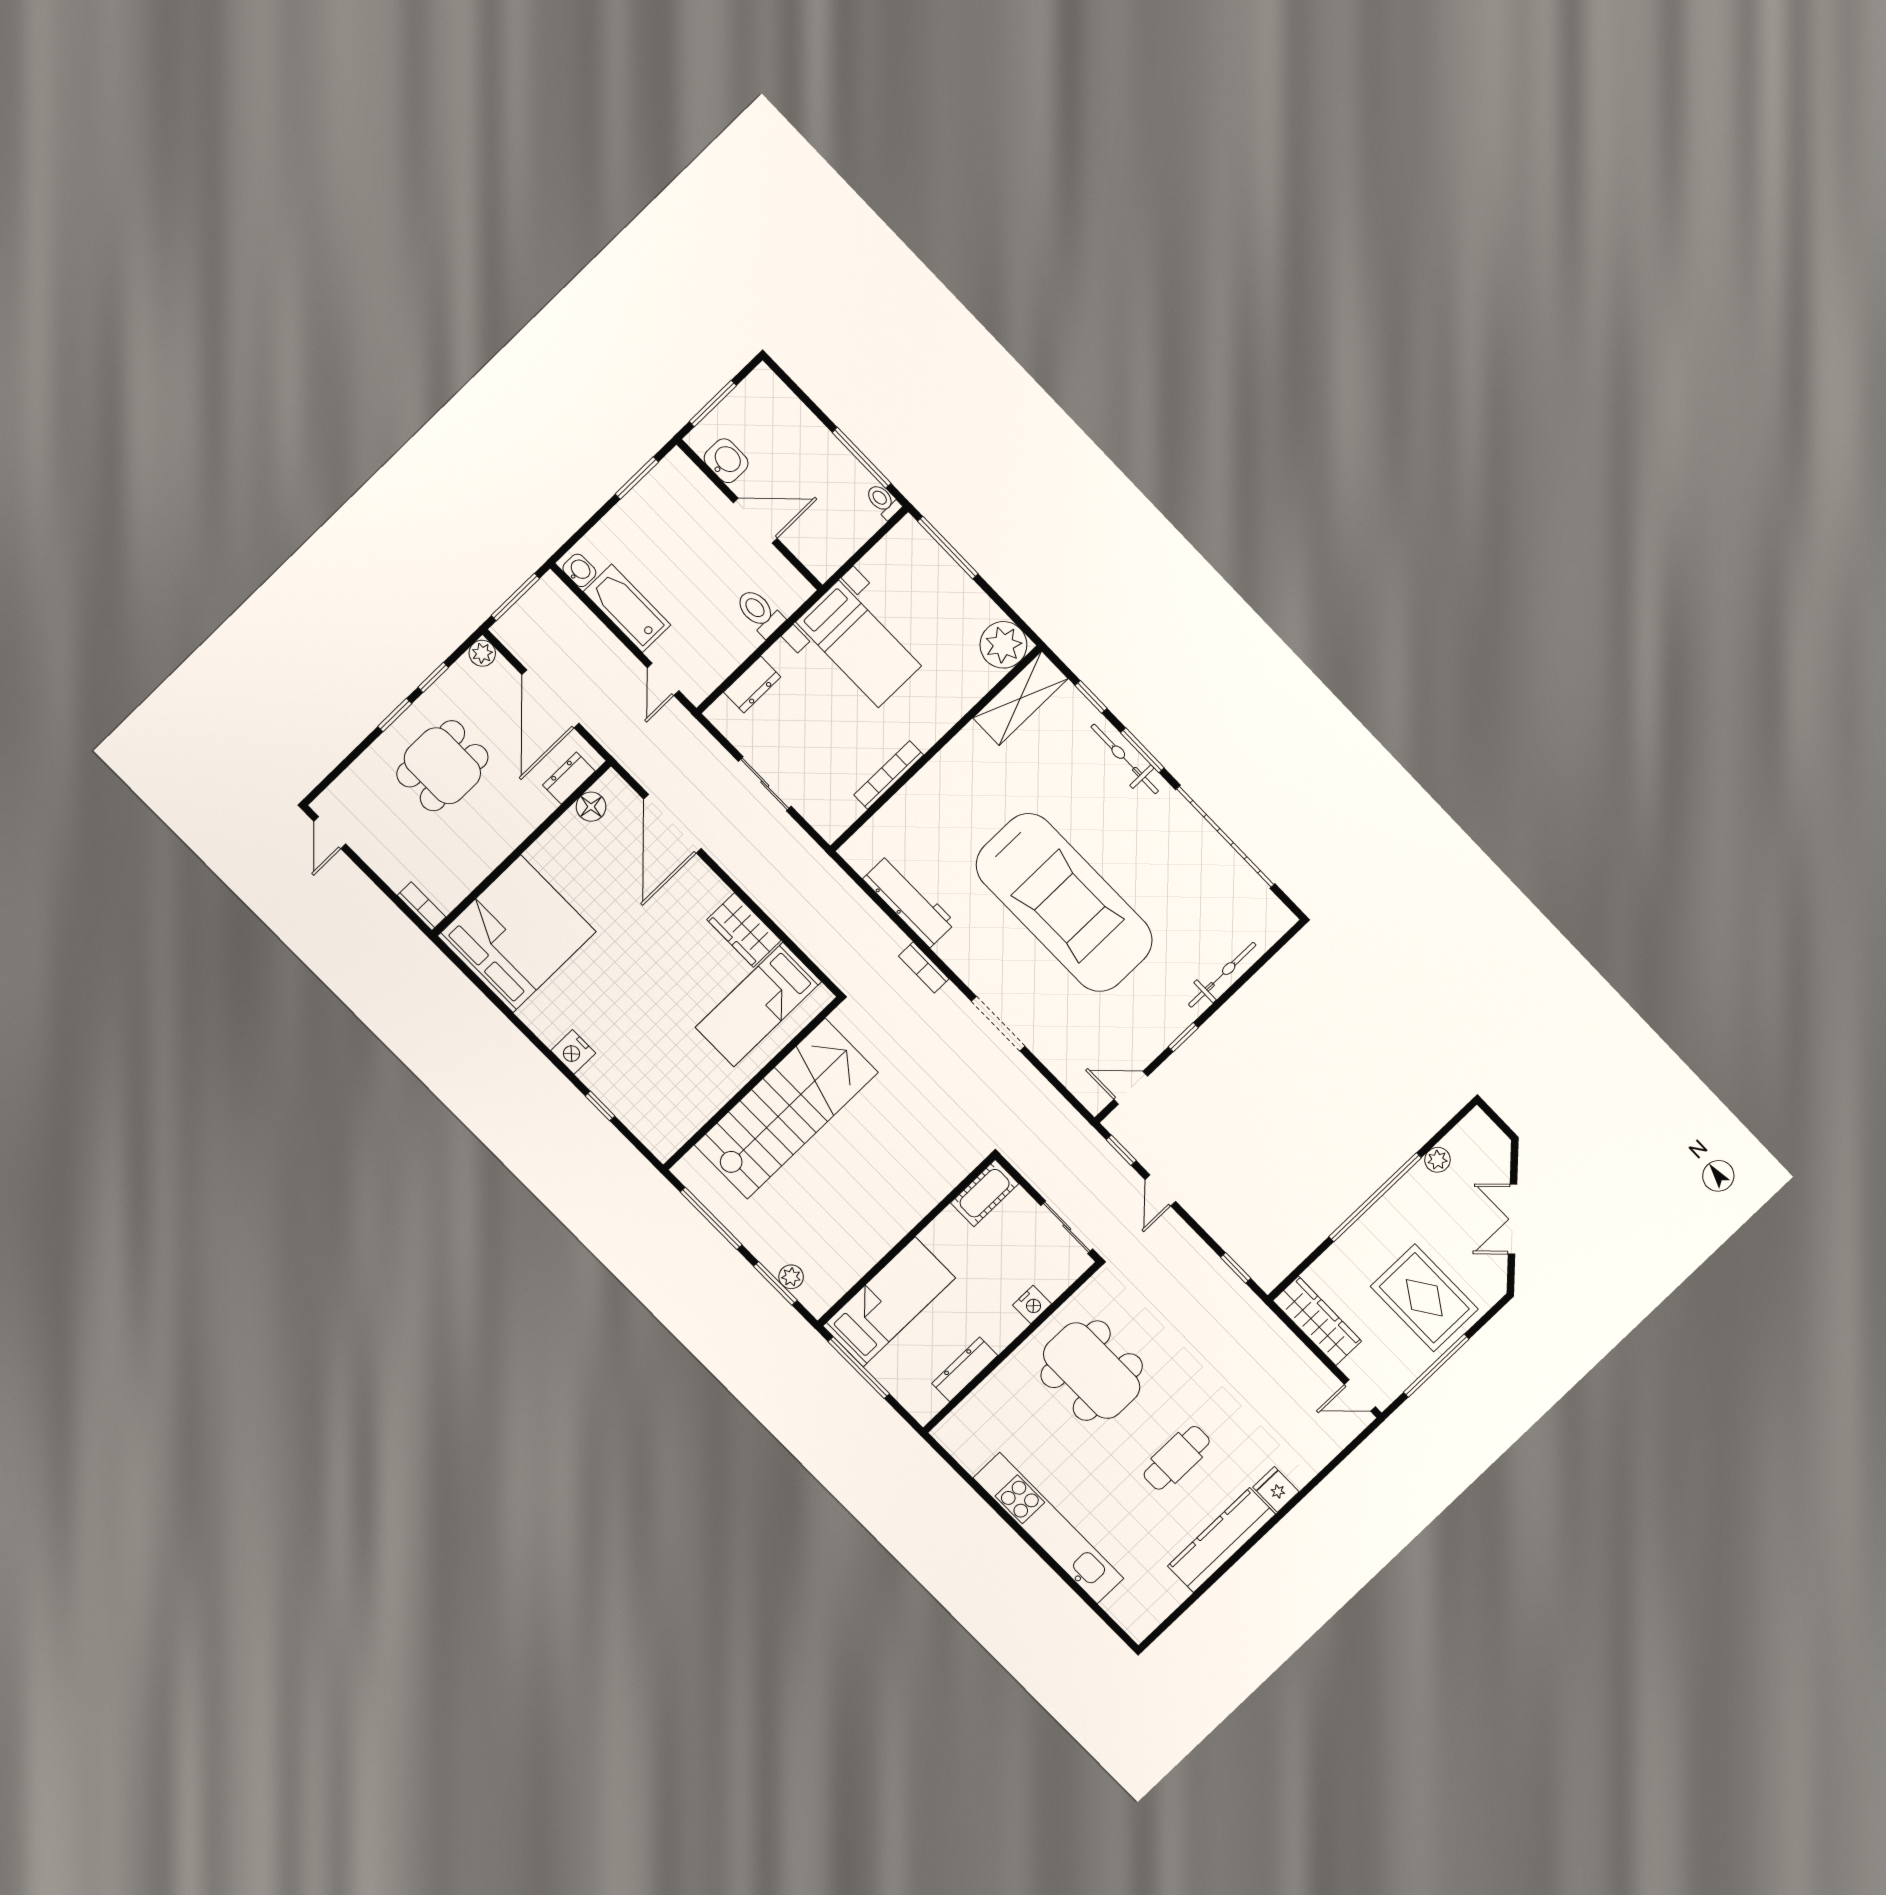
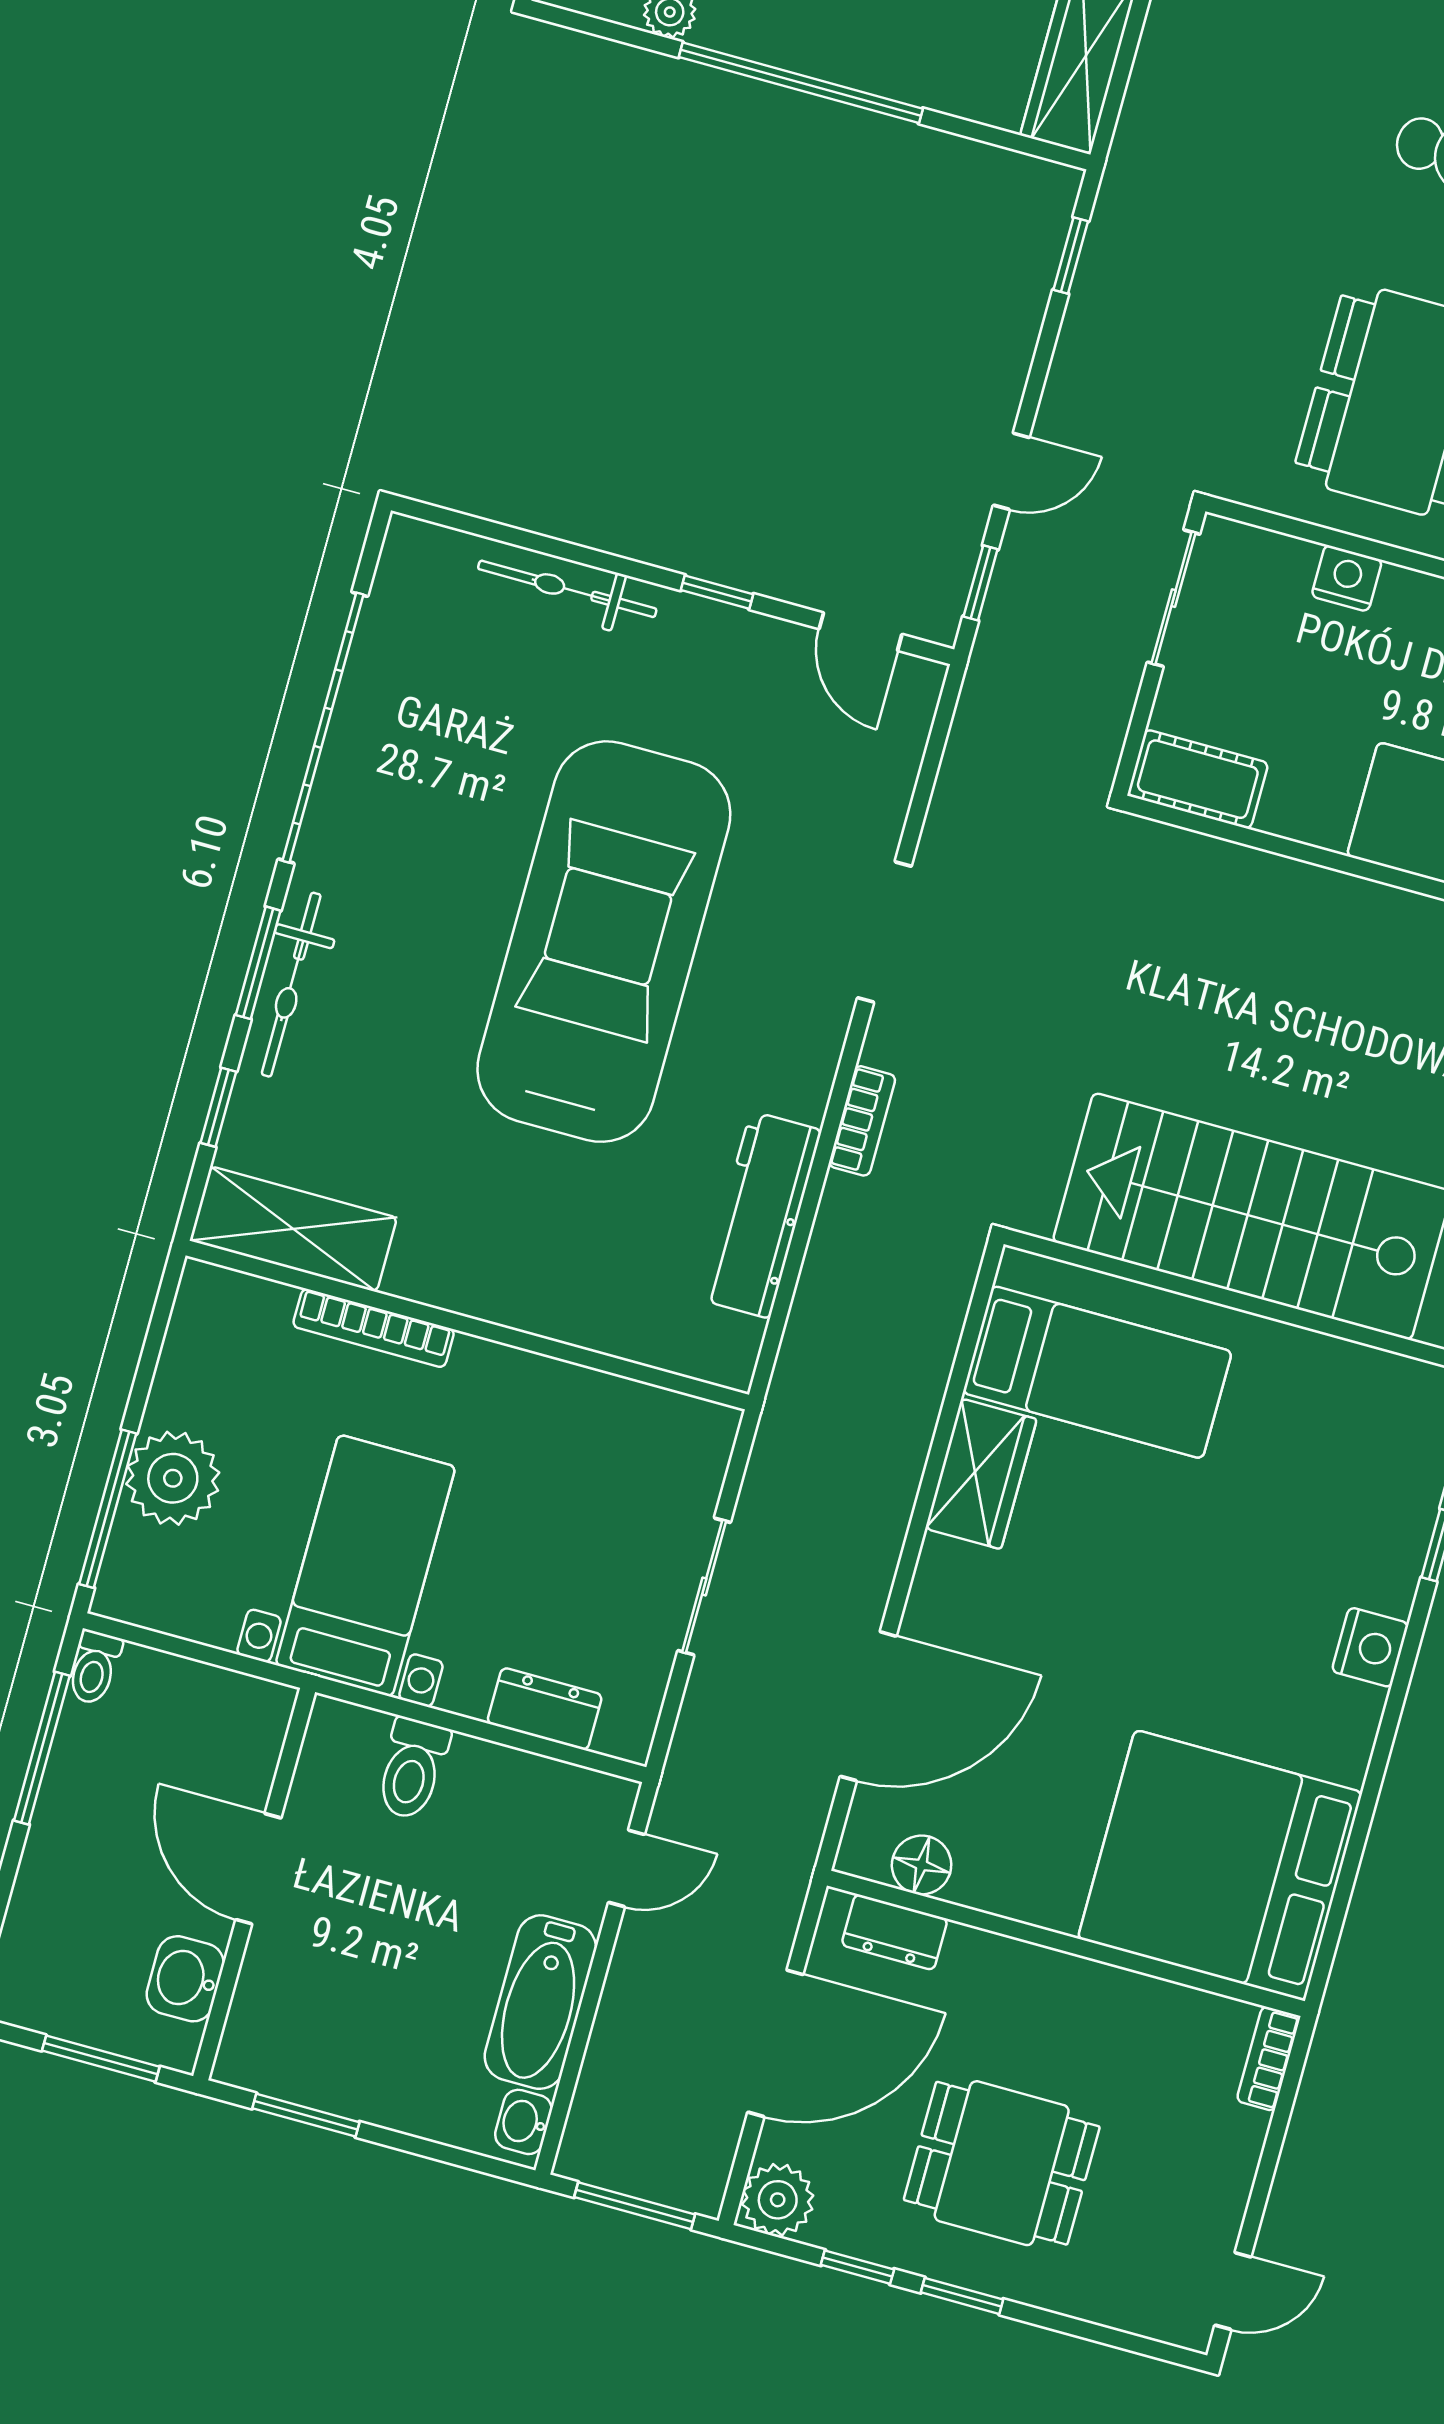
plant: (1003, 645) -> (173, 1478), moved
plant: (482, 653) -> (778, 2200), width x1.38, depth x1.38
bookcase: (889, 775) -> (374, 1328), moved

